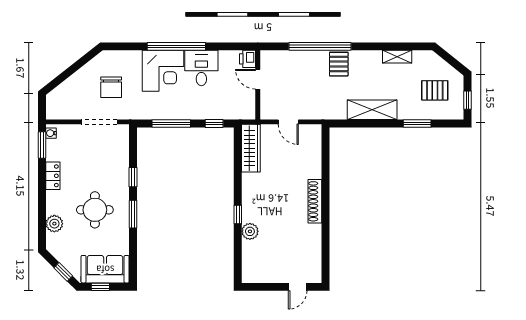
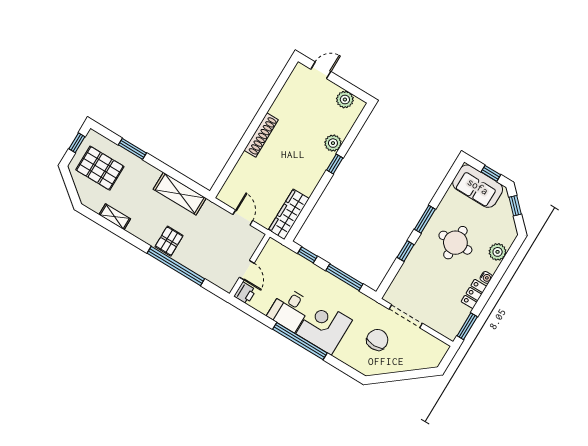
pallet: (435, 90) -> (100, 168), width x1.50, depth x1.42
shelving: (372, 110) -> (180, 194), moved
water cooler: (51, 133) -> (486, 277), moved
plant: (262, 274) -> (345, 100), added

